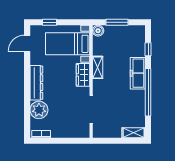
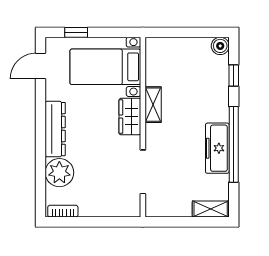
window: (117, 22) -> (184, 32), removed
boiler: (98, 31) -> (220, 46), moved
freezer: (138, 73) -> (217, 148), moved

